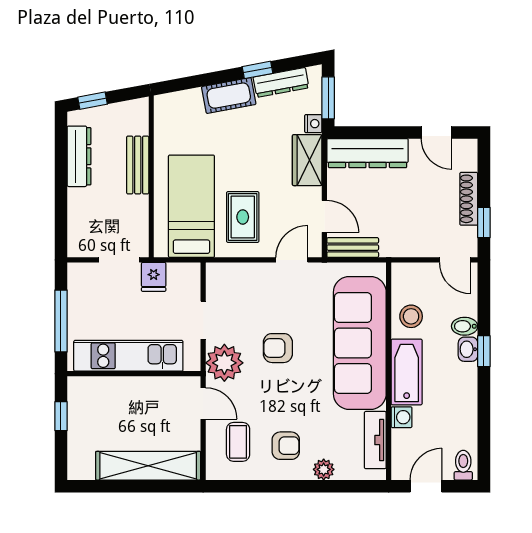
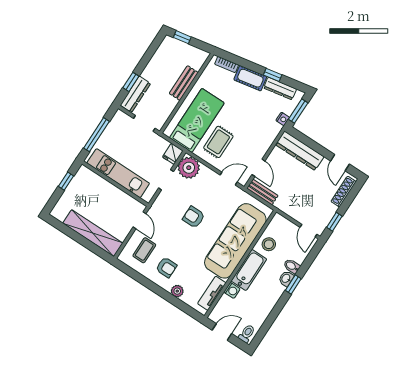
bookcase: (182, 98) -> (227, 65), added
dresser: (79, 156) -> (135, 94), moved
wardrobe: (307, 160) -> (268, 135), removed
shoe rack: (469, 199) -> (344, 192), moved
window: (61, 213) -> (131, 82), added
fridge: (154, 277) -> (173, 154), moved
plant: (224, 363) -> (189, 168), moved

